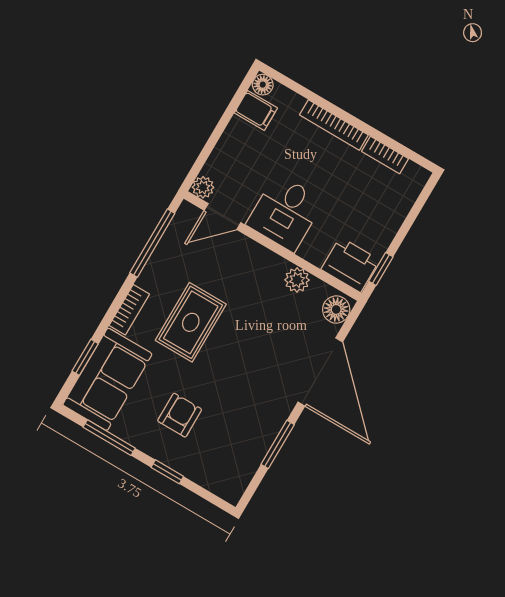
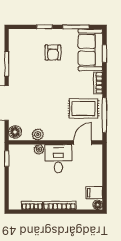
plant: (203, 187) -> (39, 149), moved
printer: (350, 265) -> (20, 153), removed
rug: (191, 322) -> (84, 108), moved, turned 90

